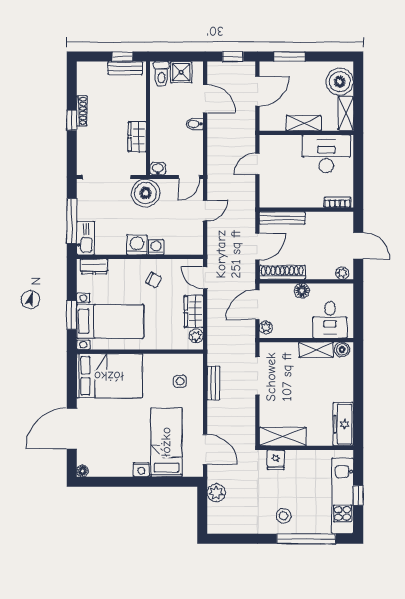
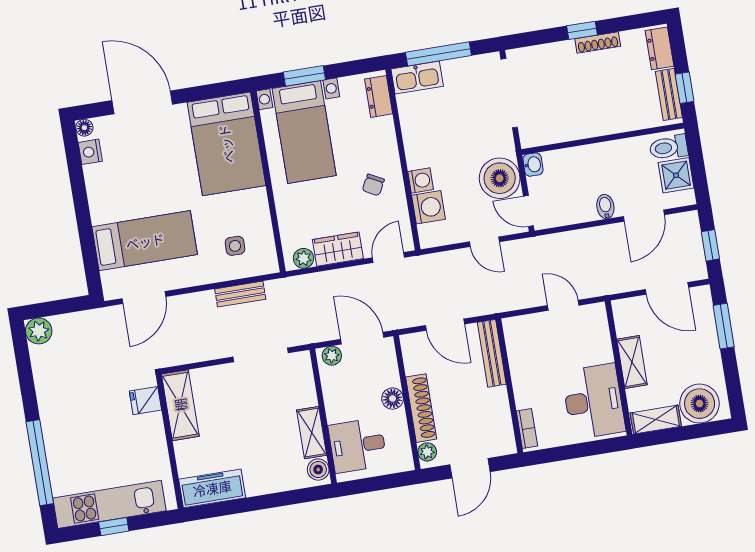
dresser: (93, 69) -> (660, 48), added
wardrobe: (137, 137) -> (574, 128), removed
boiler: (146, 193) -> (500, 178), moved
washing machine: (137, 245) -> (428, 207), moved
shoe rack: (282, 272) -> (421, 408), moved
nightstand: (141, 470) -> (90, 152), moved
plant: (216, 493) -> (39, 331), moved
stool: (284, 516) -> (67, 425), removed

